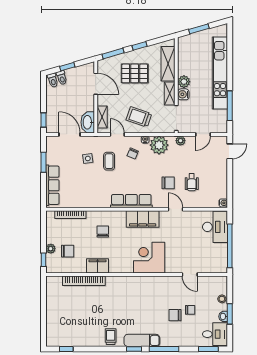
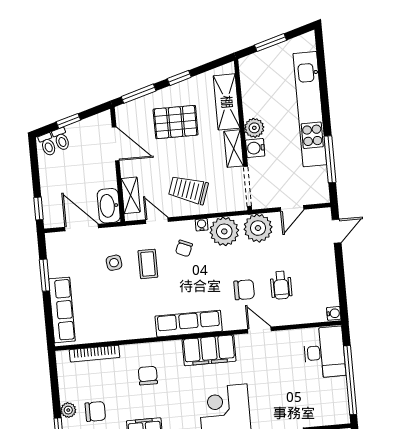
plant: (180, 141) -> (258, 228), width x1.88, depth x1.88

